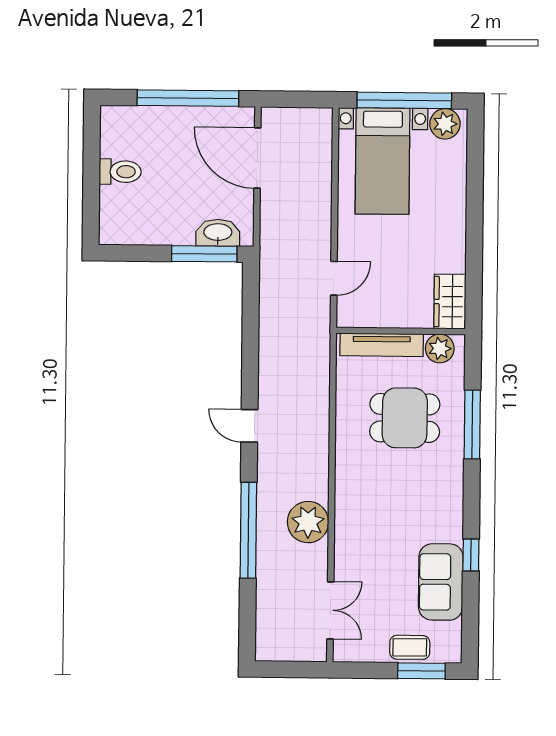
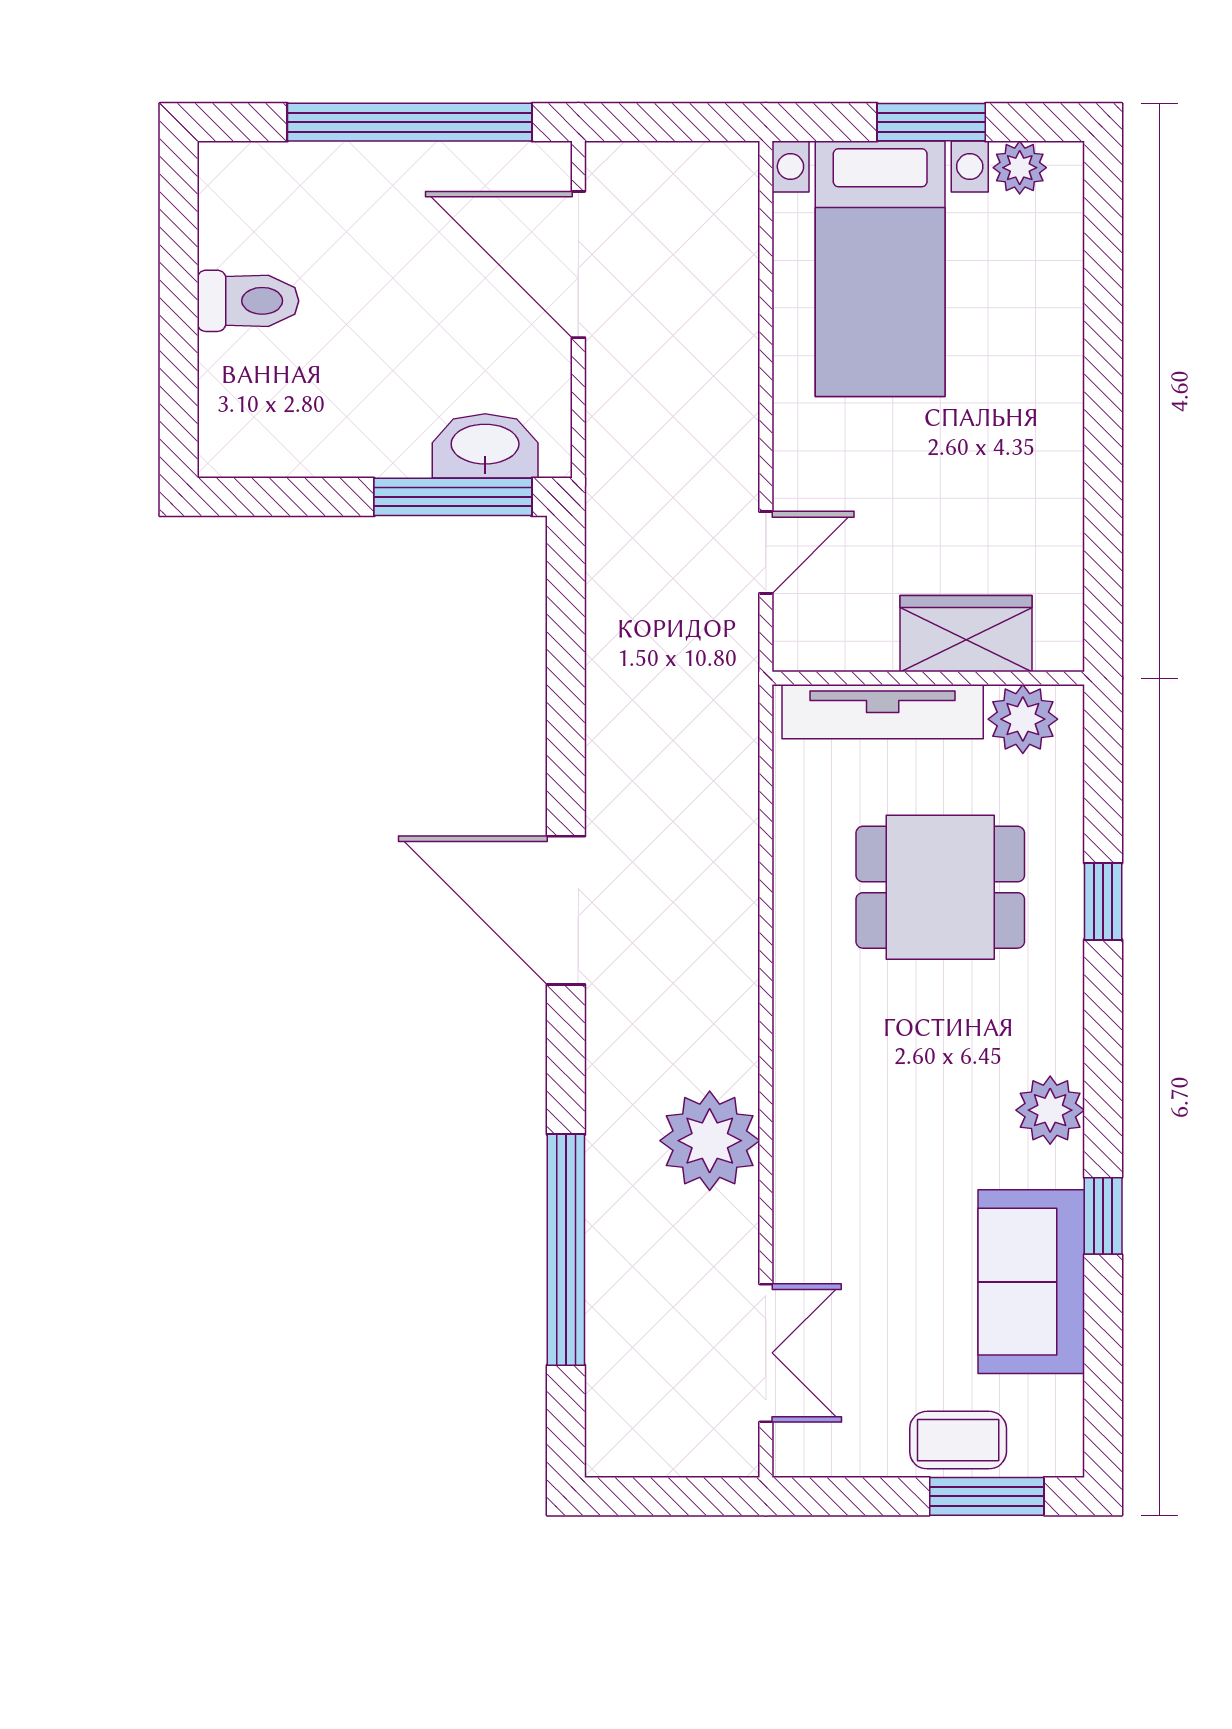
window: (404, 100) -> (931, 122), width x0.47
plant: (445, 124) -> (1020, 168), width x0.73, depth x0.73
wardrobe: (450, 302) -> (966, 634), moved, turned 90
window: (472, 424) -> (1103, 901), width x0.46
door: (249, 426) -> (566, 910), width x1.88
plant: (449, 511) -> (1050, 1110), added
window: (248, 530) -> (566, 1250), moved

